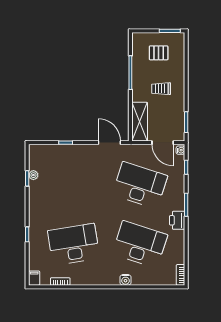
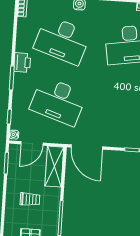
door: (109, 143) -> (87, 147), width x1.36
door: (163, 143) -> (32, 143), swing flipped

